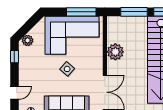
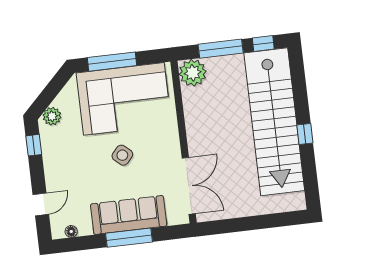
window: (81, 12) -> (112, 62), moved
plant: (115, 52) -> (193, 73), moved

